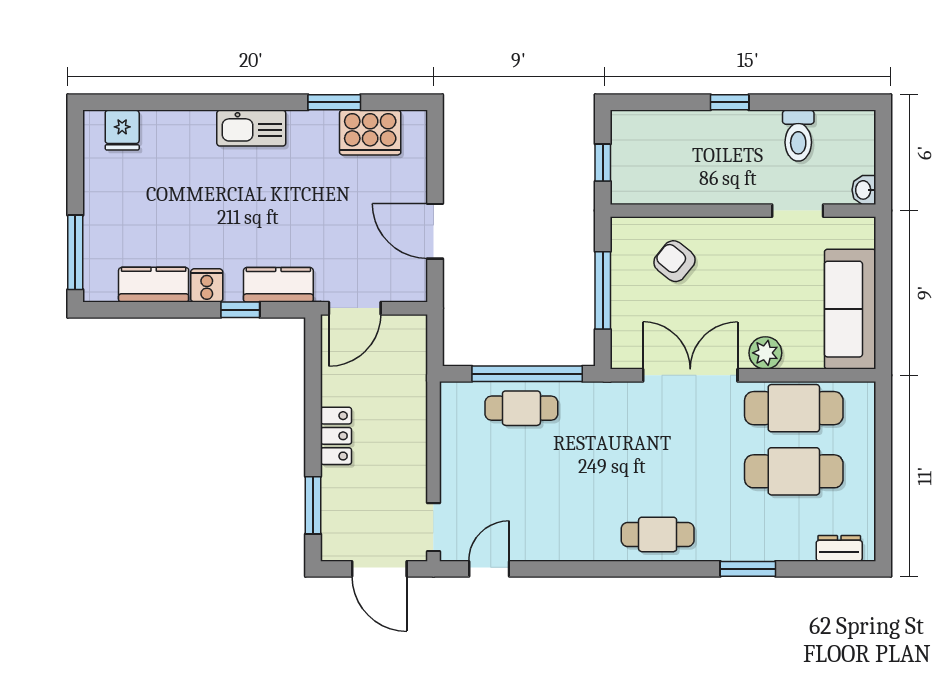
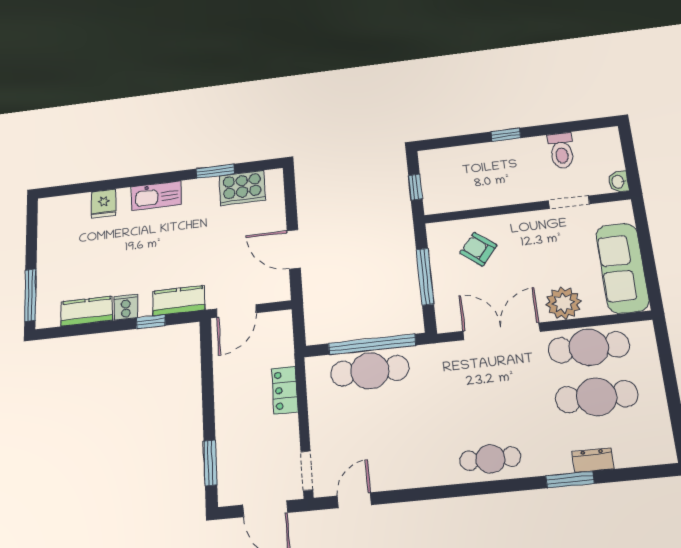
fridge: (122, 130) -> (104, 203), moved
plant: (765, 353) -> (563, 303), width x1.36, depth x1.36
cafe table: (521, 408) -> (370, 371), width x1.37, depth x1.35
locker: (336, 436) -> (285, 390), moved, turned 180
dresser: (839, 548) -> (593, 460), moved

